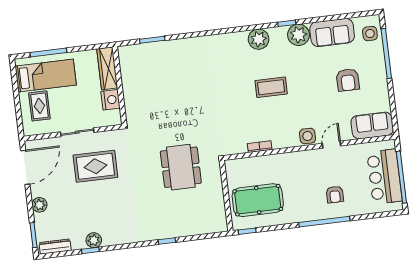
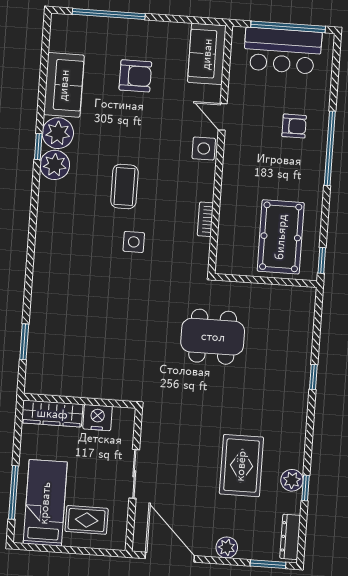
side table: (370, 34) -> (134, 242), moved
plant: (259, 39) -> (55, 165), moved
rug: (95, 166) -> (241, 466), moved

